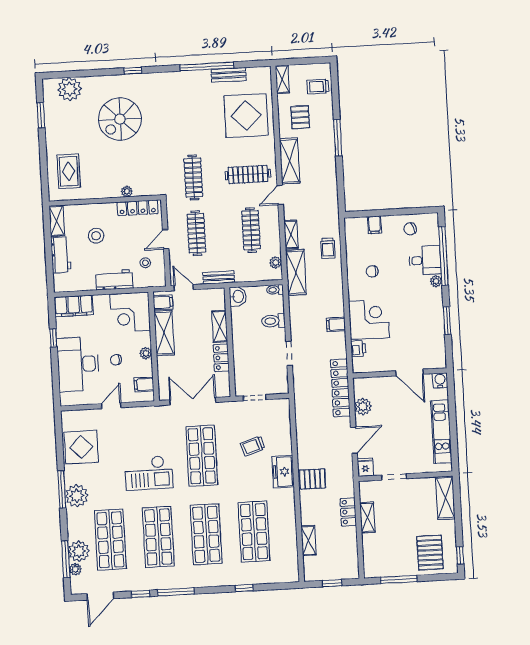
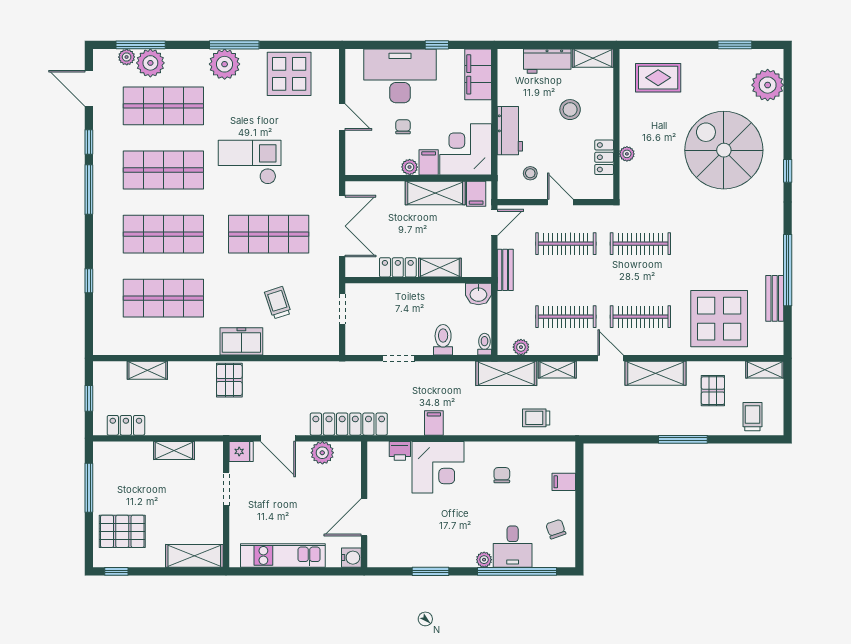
pallet: (300, 117) -> (713, 391), turned 90
spiral stairs: (120, 119) -> (724, 150), width x1.37, depth x1.37
clothes rail: (248, 174) -> (640, 317), turned 90
locker: (138, 208) -> (604, 157), width x0.66
filing cabinet: (144, 385) -> (429, 162), moved
checkout: (149, 473) -> (250, 162), turned 90
locker: (348, 512) -> (126, 425), moved

